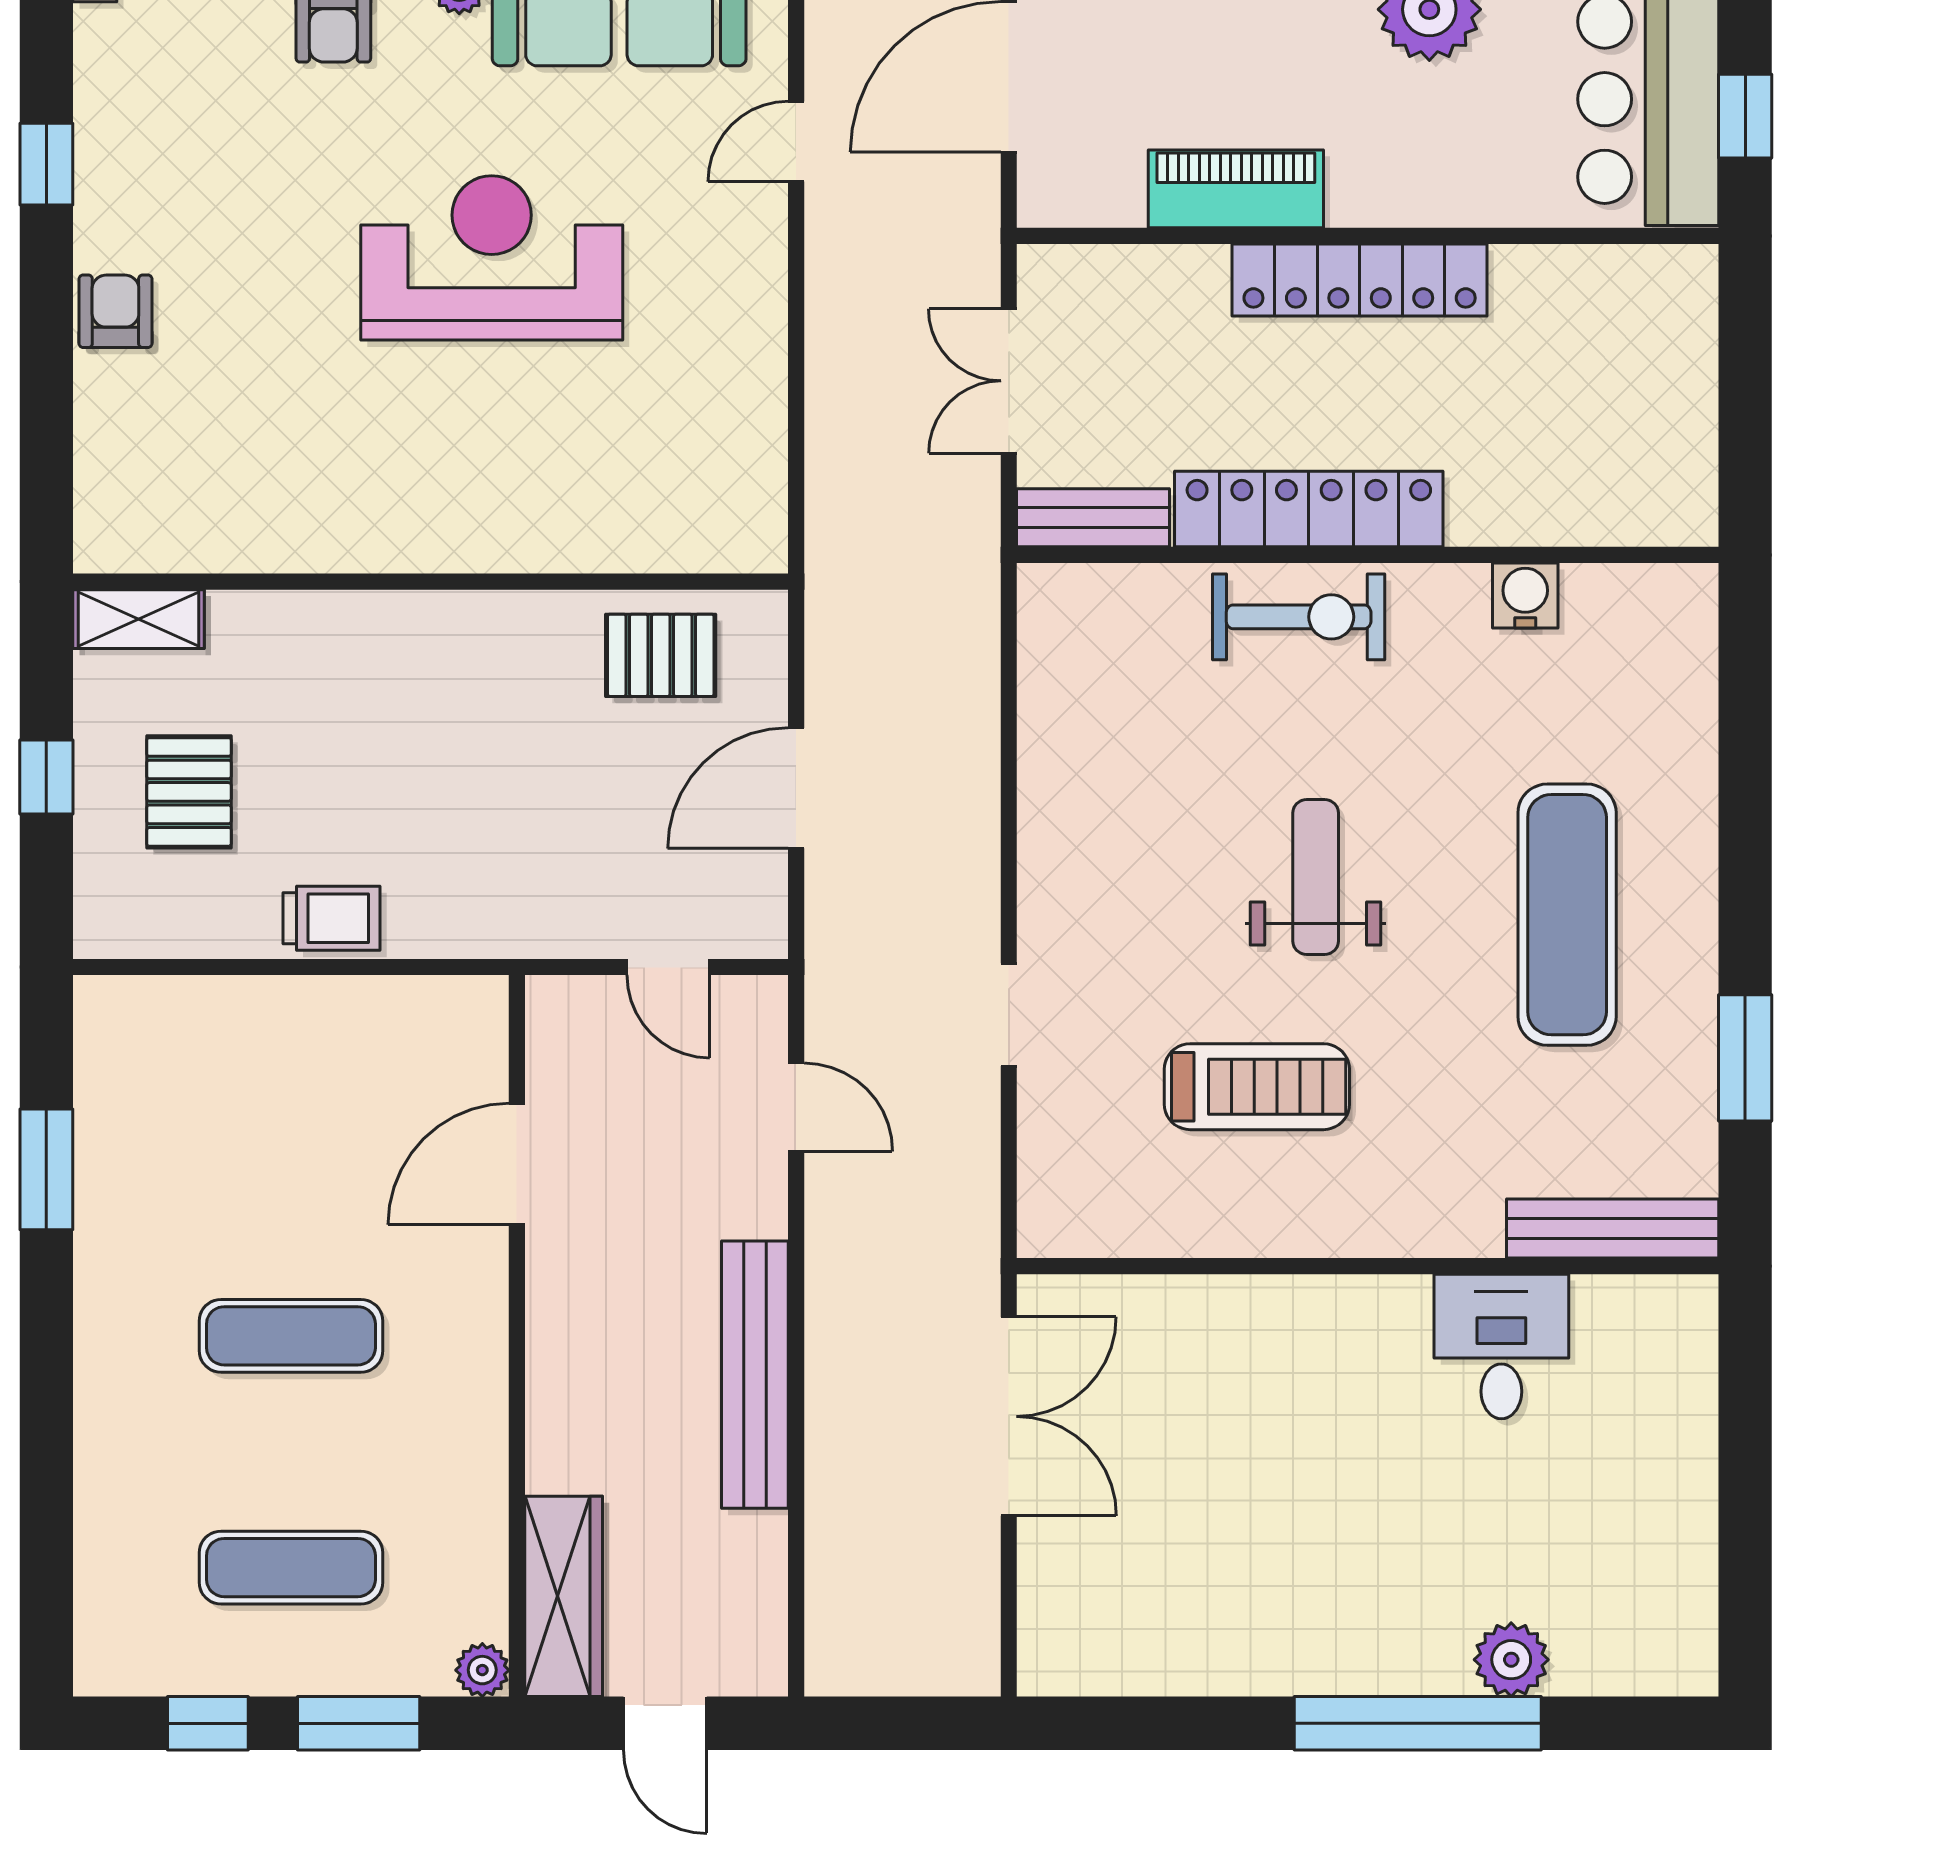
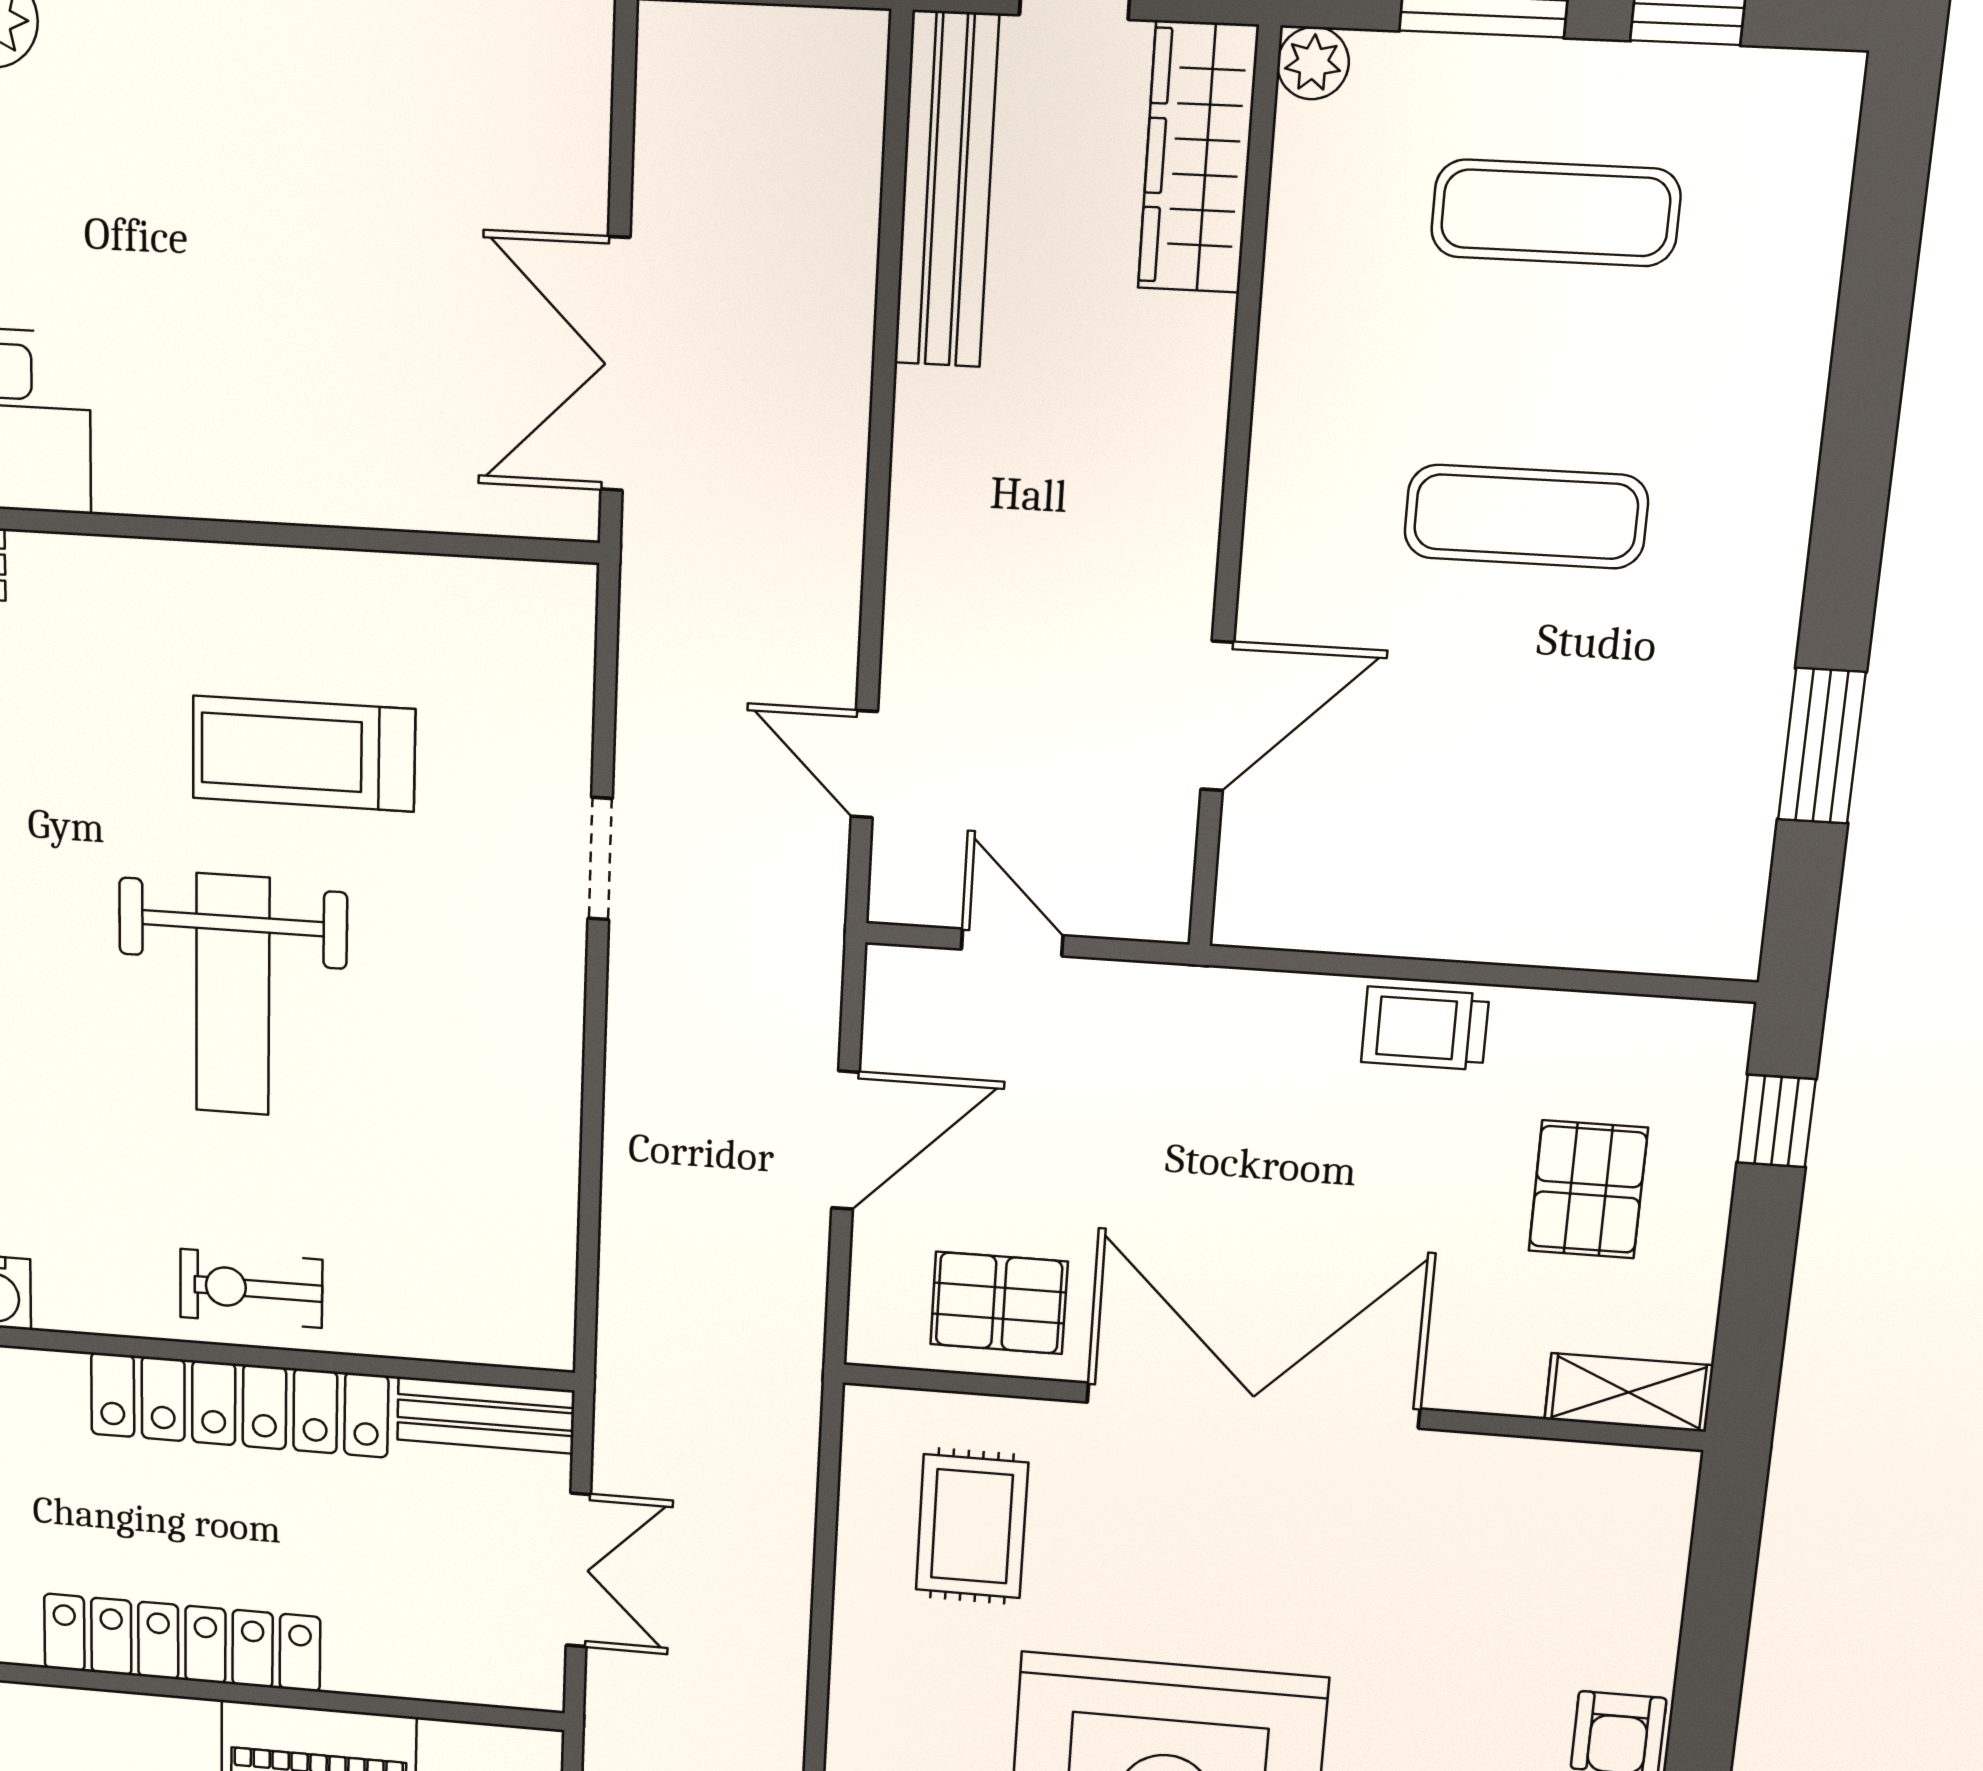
rug: (672, 452) -> (972, 1526), added
double door: (444, 582) -> (1253, 1406), added
exercise bike: (1299, 617) -> (251, 1288), width x0.73, depth x0.72
window: (46, 777) -> (1776, 1121), moved
weight bench: (1316, 877) -> (233, 995), width x1.36, depth x1.33
bench: (755, 1375) -> (946, 190), moved

